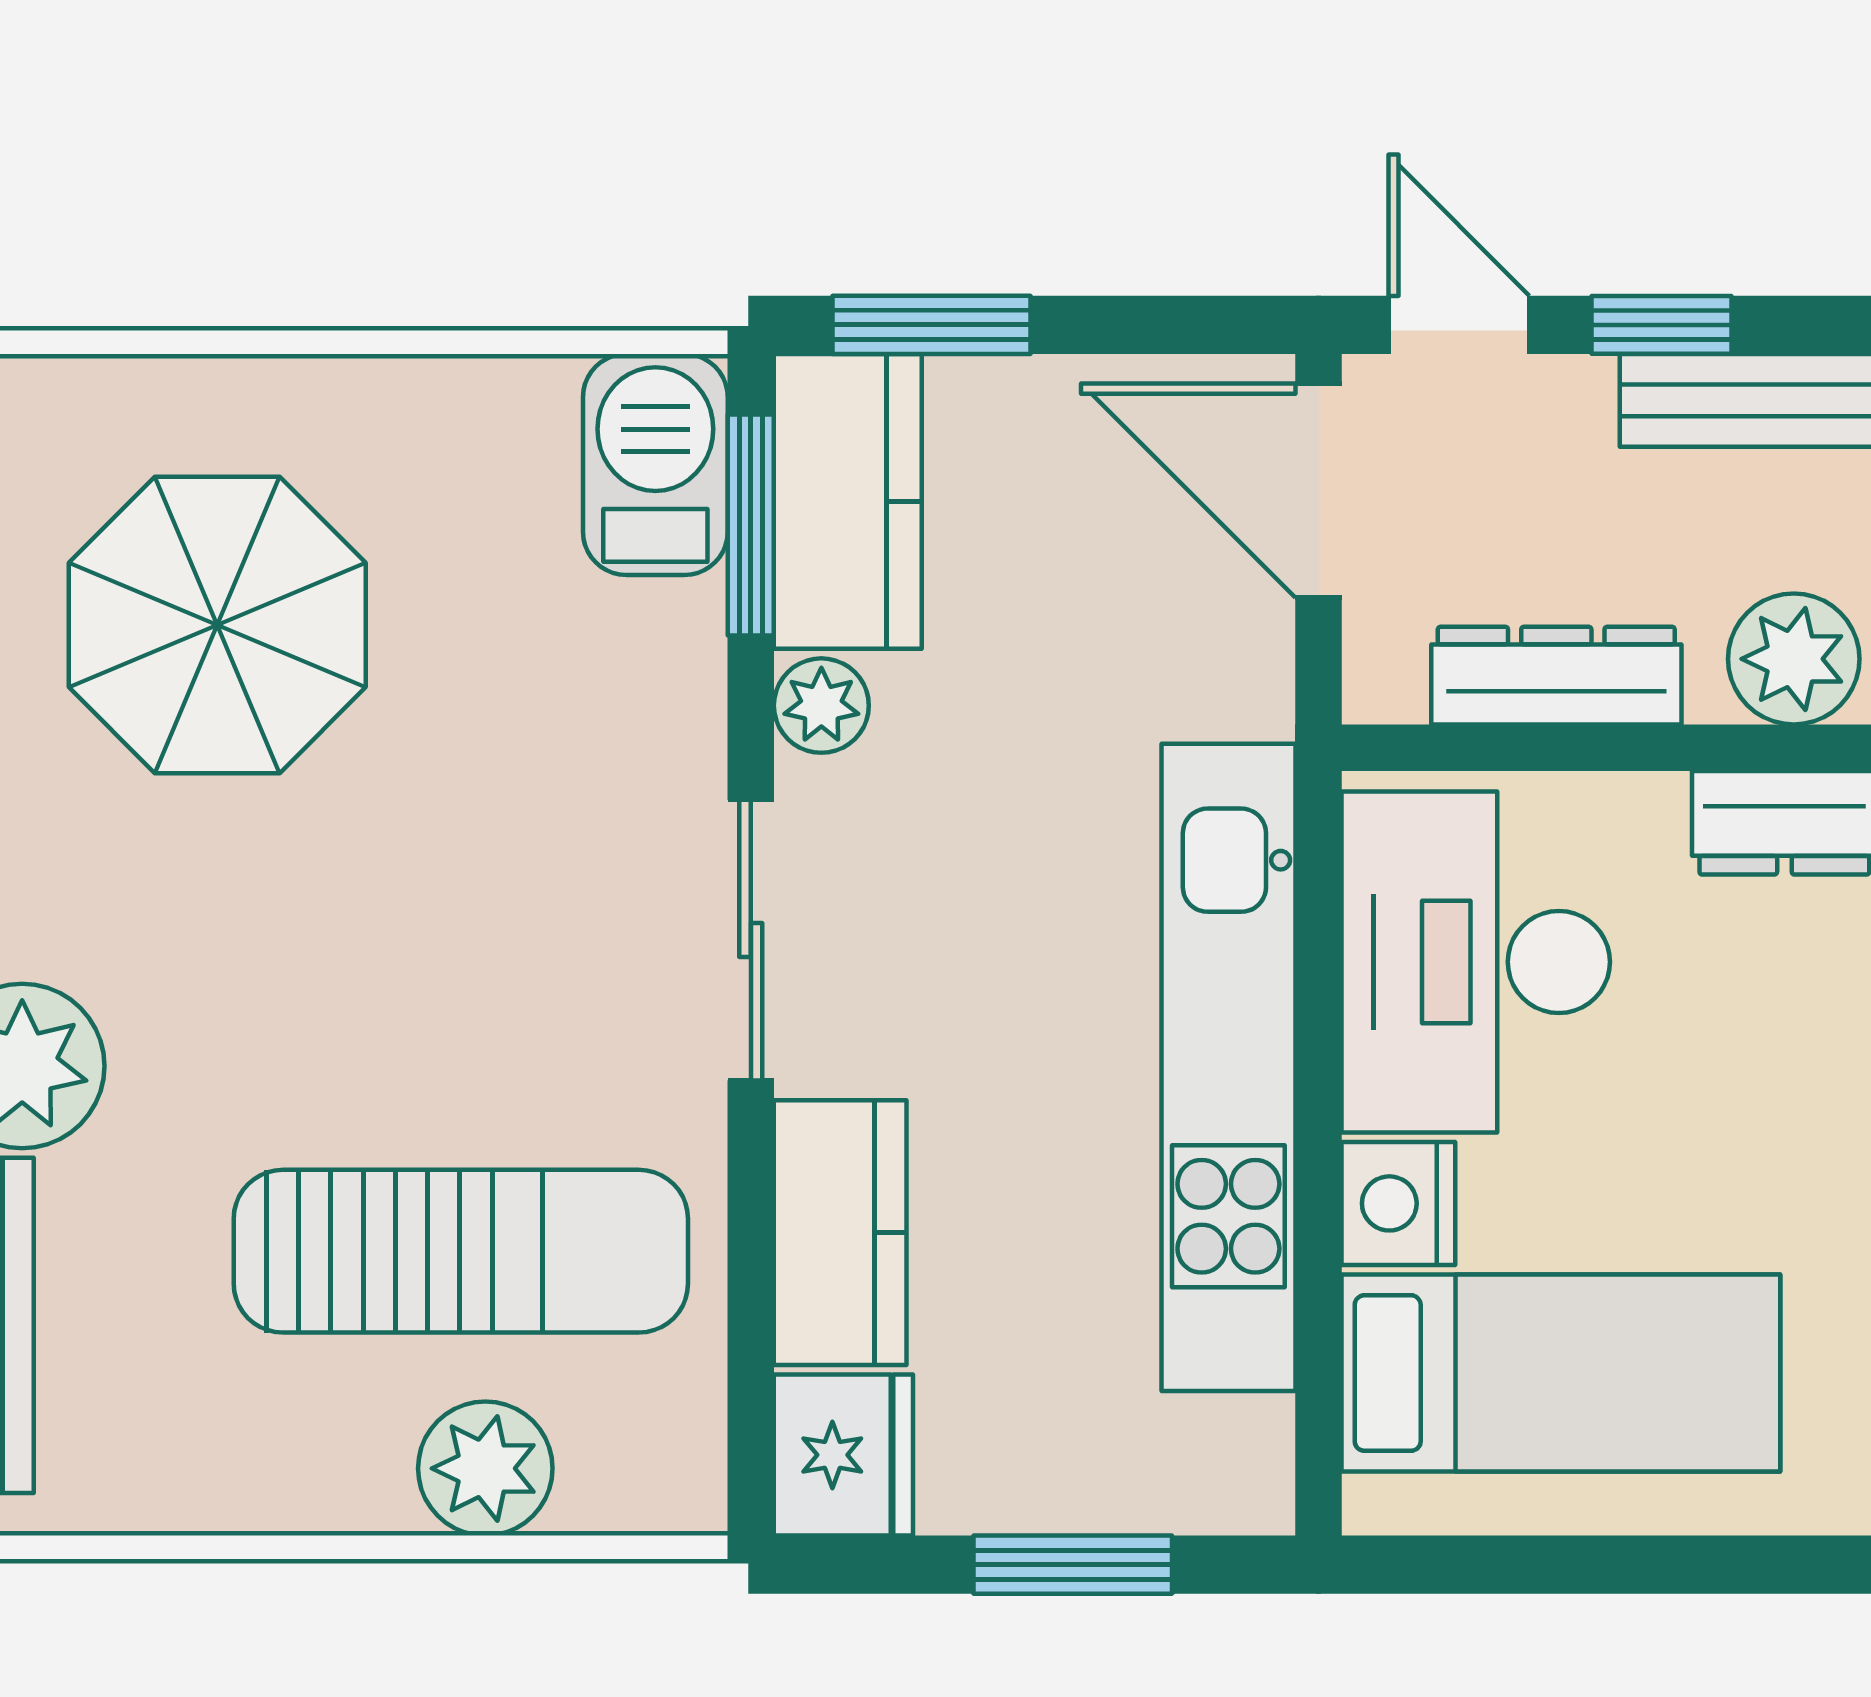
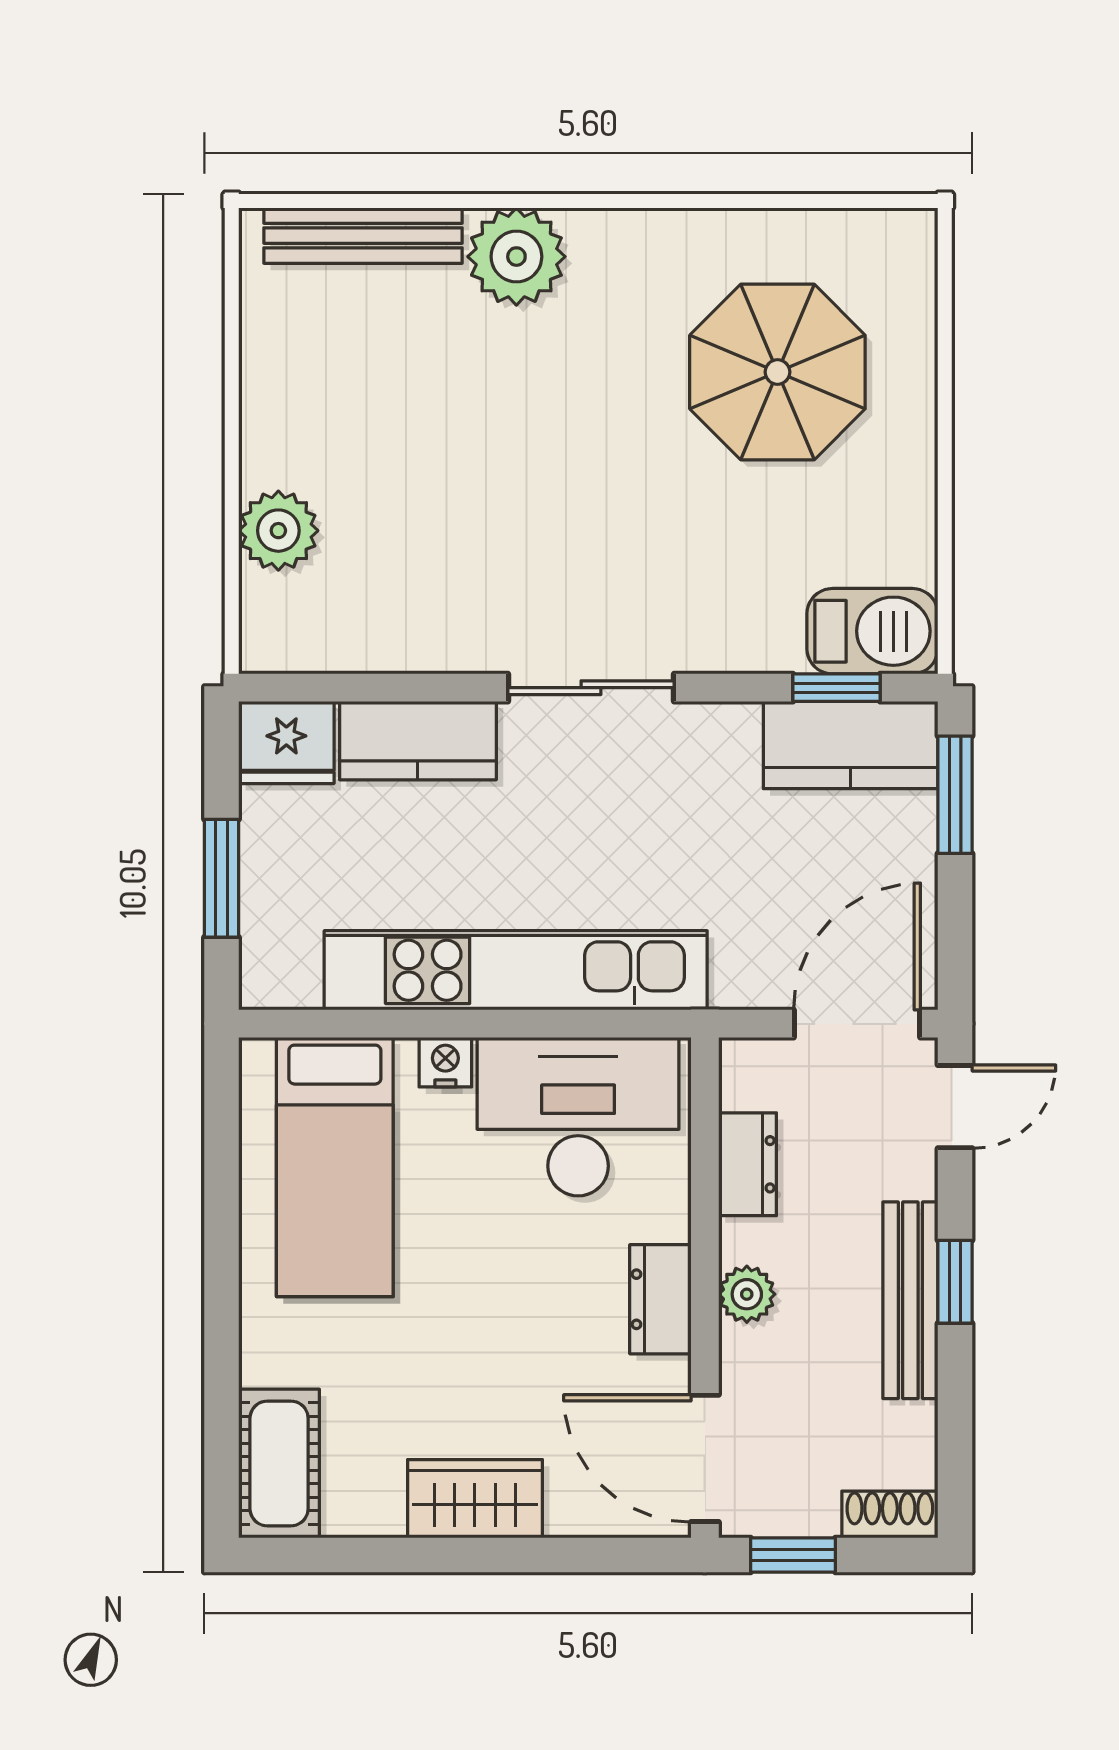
window: (1661, 325) -> (955, 1282), moved
window: (751, 525) -> (837, 688), width x0.67
plant: (1794, 659) -> (747, 1294), width x0.73, depth x0.73
dresser: (1556, 676) -> (747, 1164), width x0.70
plant: (821, 706) -> (730, 729), removed
nightstand: (1398, 1203) -> (445, 1062), width x0.72, depth x0.74
sun lounger: (461, 1251) -> (407, 516), removed

